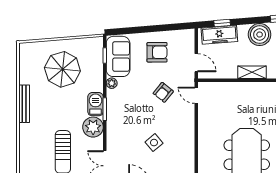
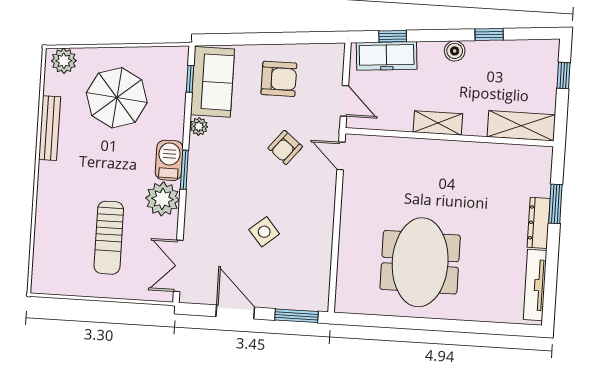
boiler: (260, 35) -> (455, 51), width x0.54, depth x0.54
plant: (30, 50) -> (64, 61), added
bench: (24, 104) -> (50, 128), moved

